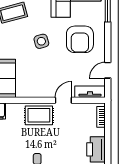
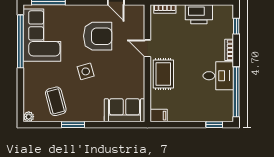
armchair: (80, 39) -> (98, 36), moved
tv unit: (90, 92) -> (139, 20), removed

